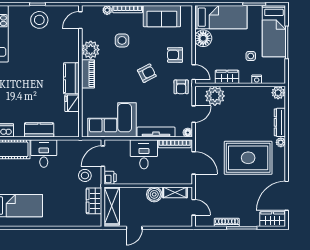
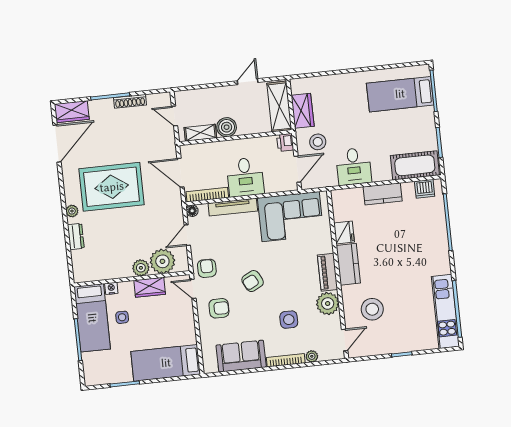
stool: (39, 20) -> (372, 309), moved
bed: (274, 31) -> (92, 318), moved, turned 180
floor lamp: (203, 38) -> (185, 333), removed
plant: (278, 93) -> (141, 268), moved
dresser: (280, 122) -> (76, 236), width x0.70
desk: (44, 154) -> (354, 166), moved

